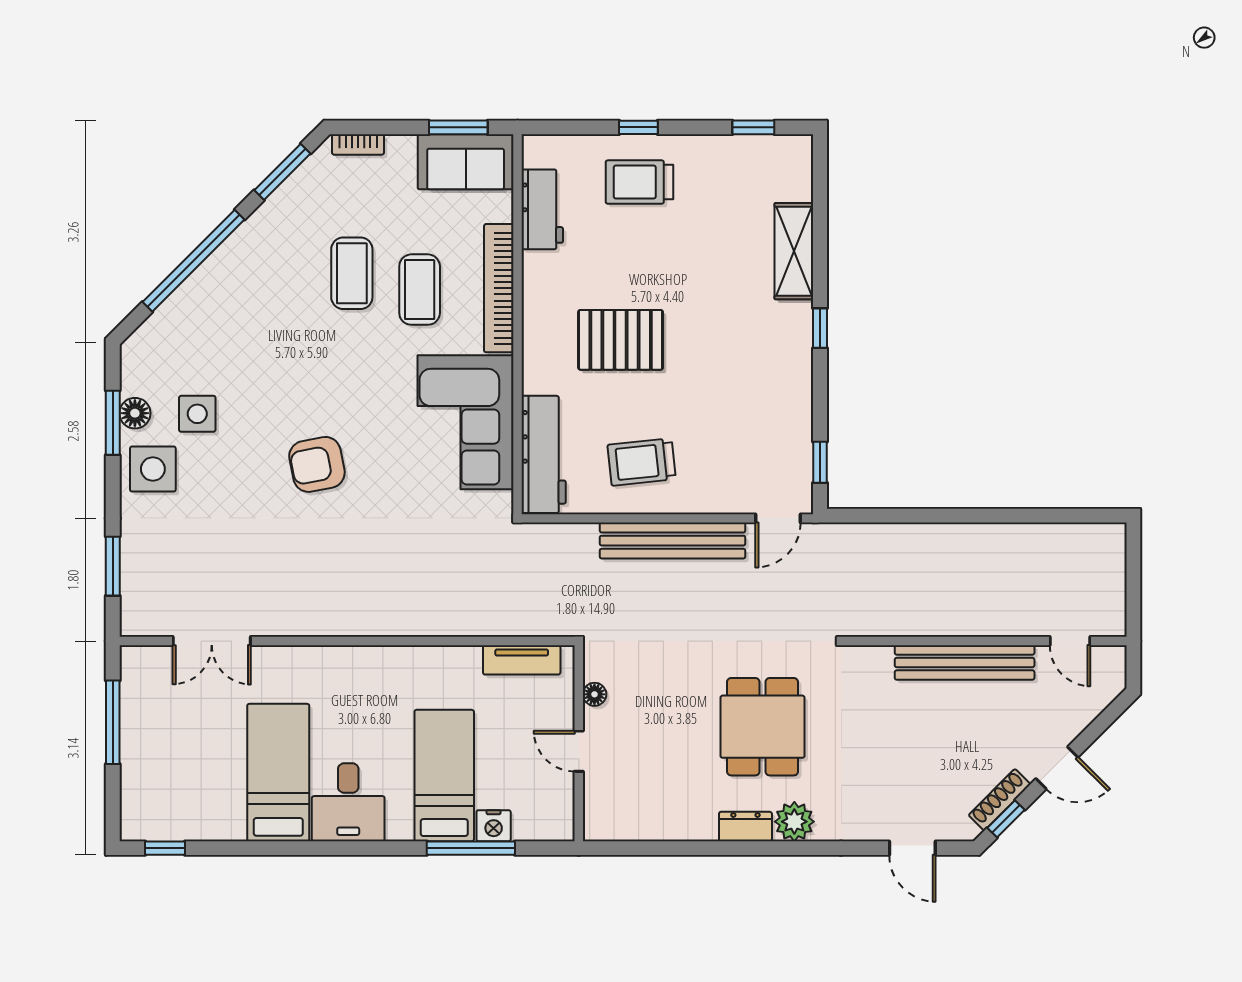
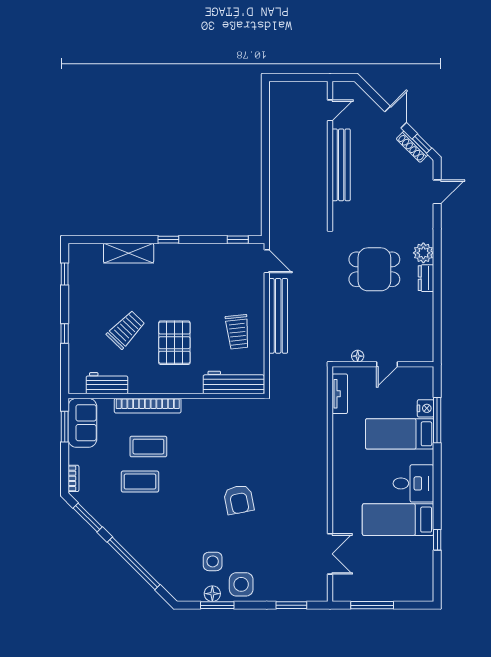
trolley: (639, 182) -> (126, 330), moved, turned -136
corner sofa: (466, 422) -> (217, 423), removed
window: (165, 848) -> (437, 540), moved

